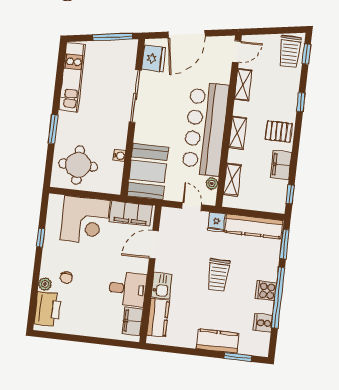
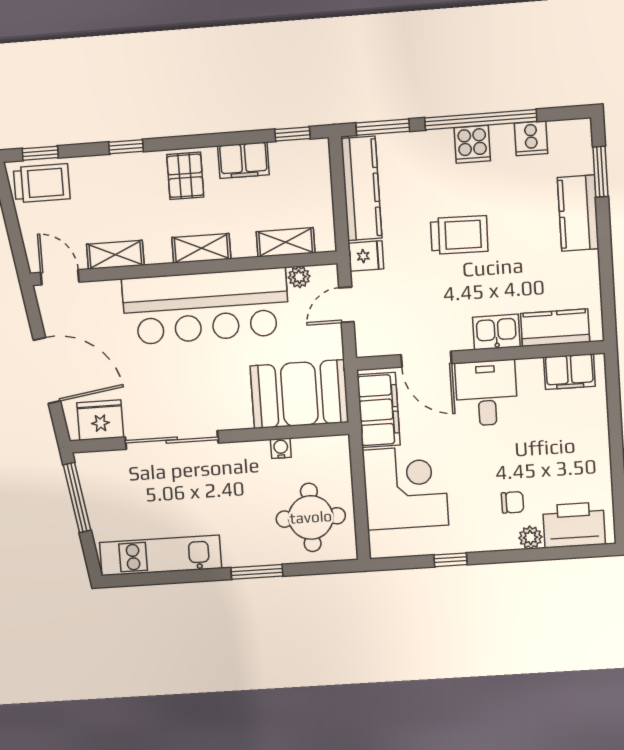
desk: (127, 289) -> (486, 393), moved

